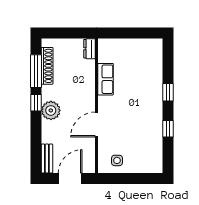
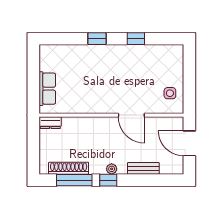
row of seats: (106, 79) -> (47, 89), moved, turned 90
plant: (51, 110) -> (112, 169), width x0.53, depth x0.53
bench: (47, 159) -> (143, 168), moved

